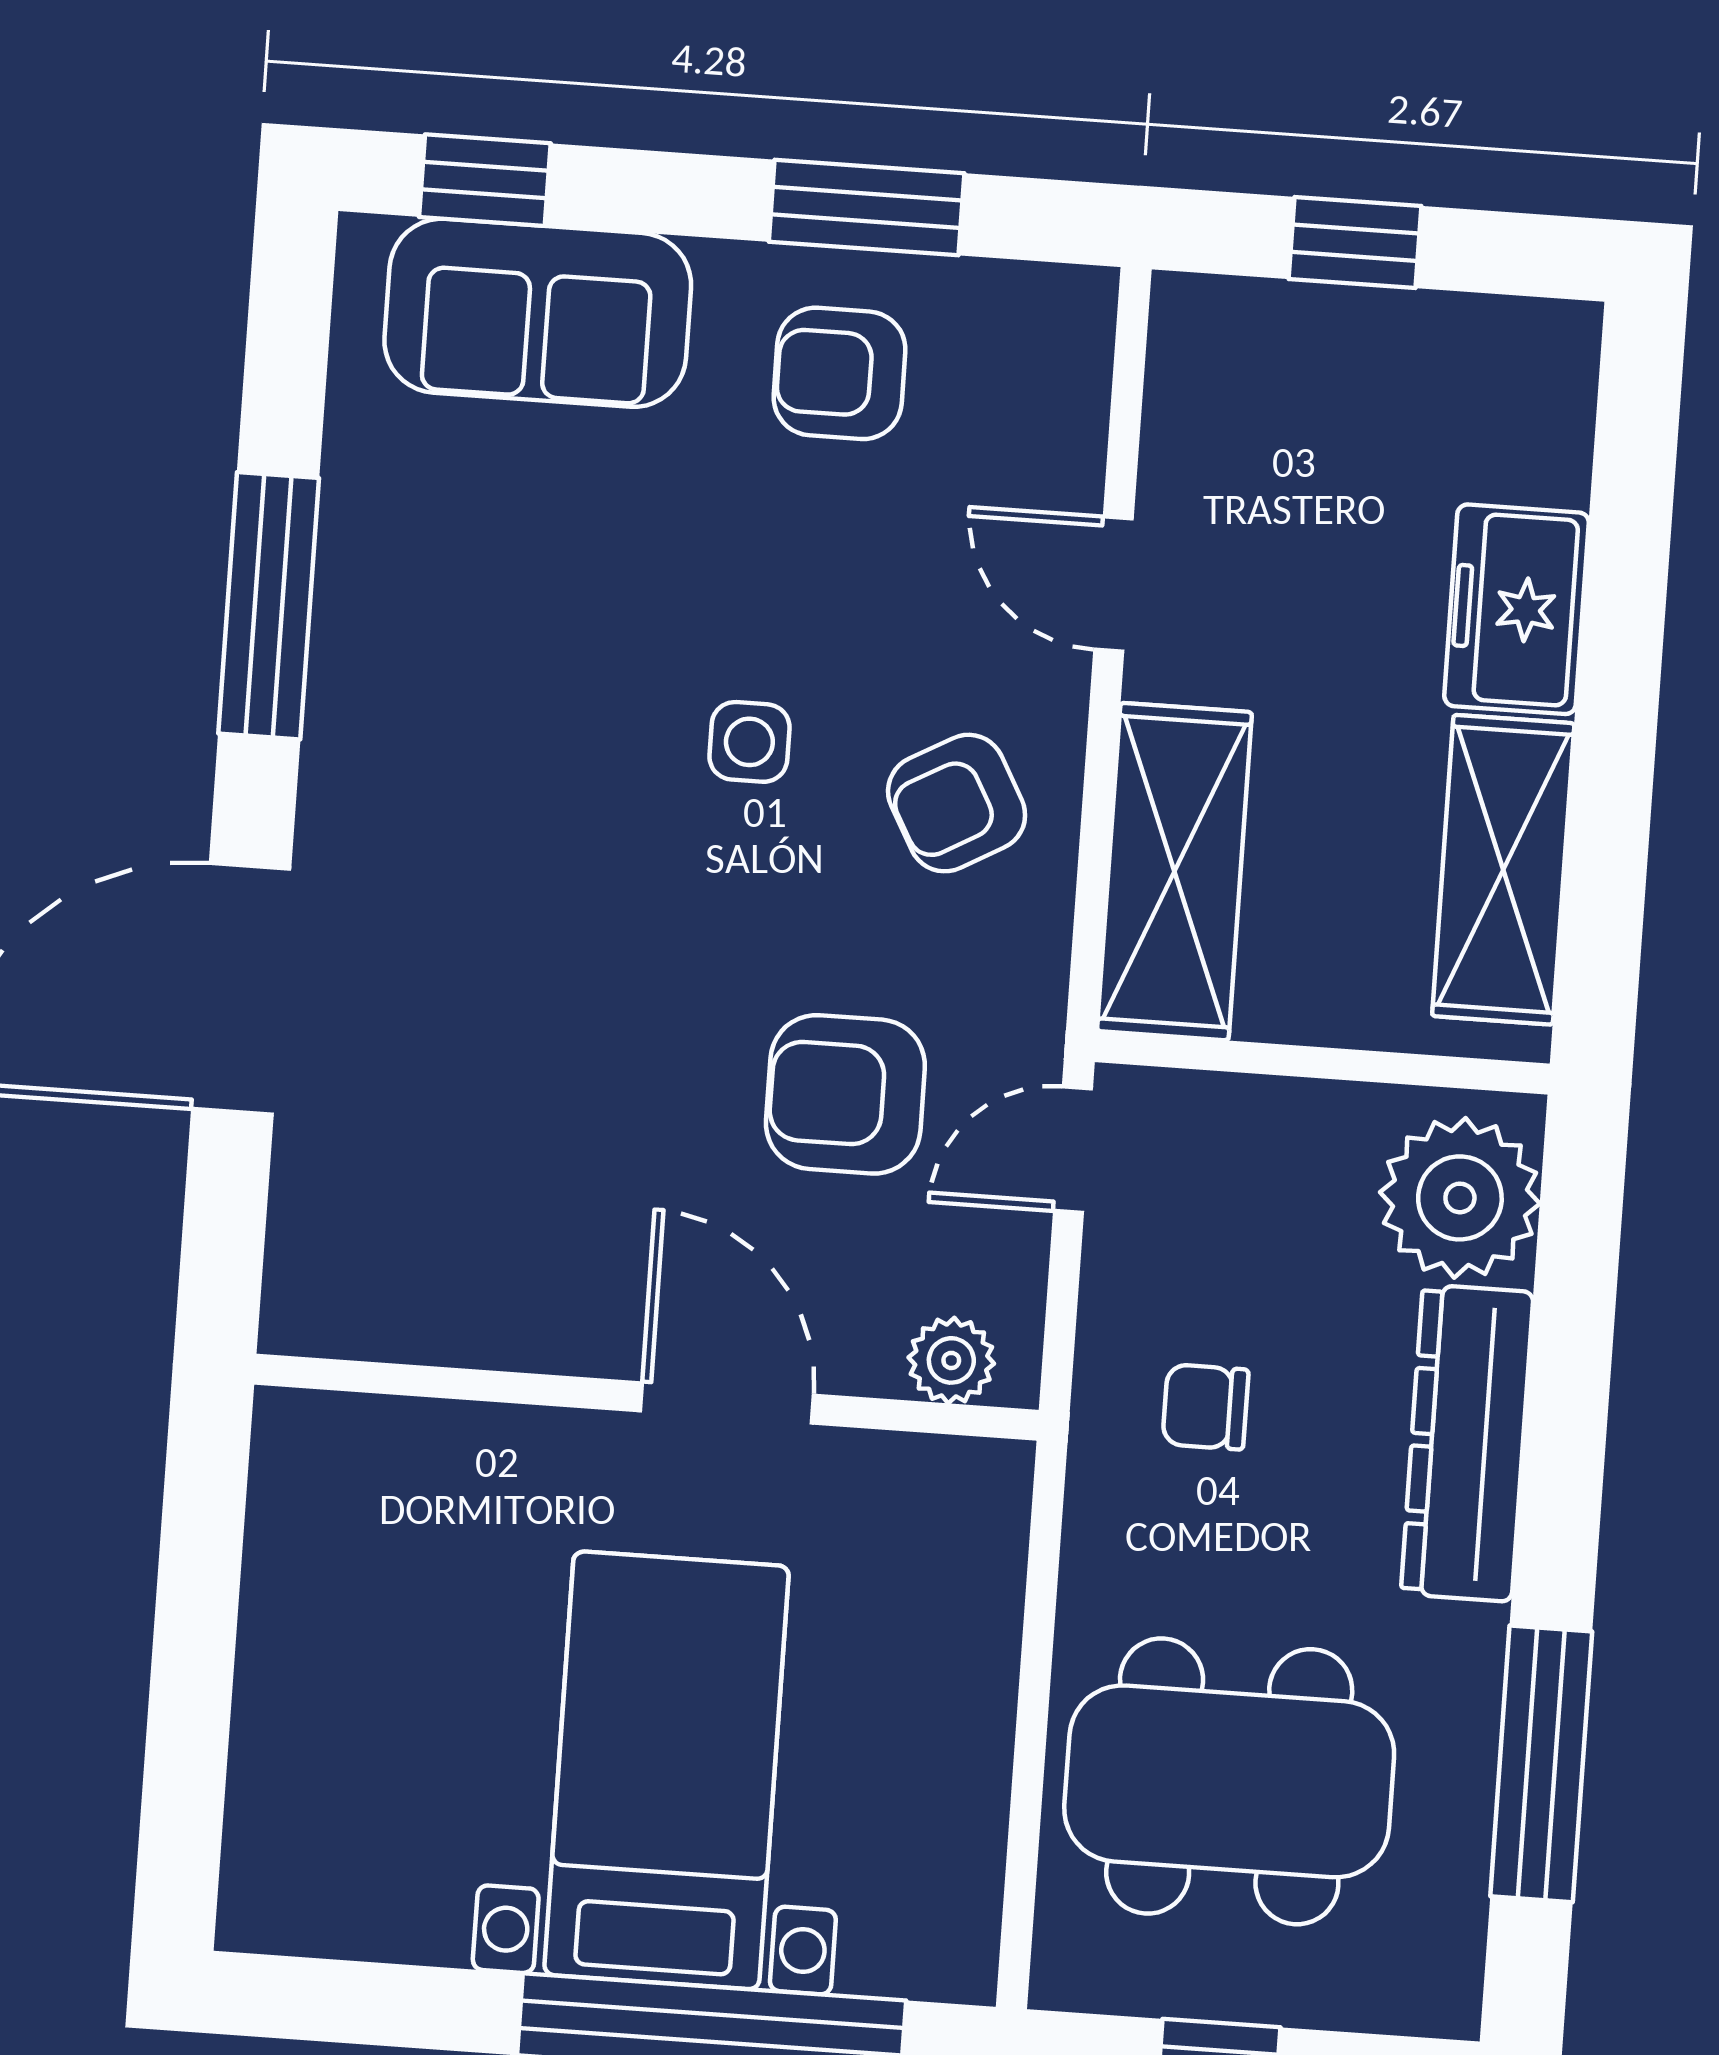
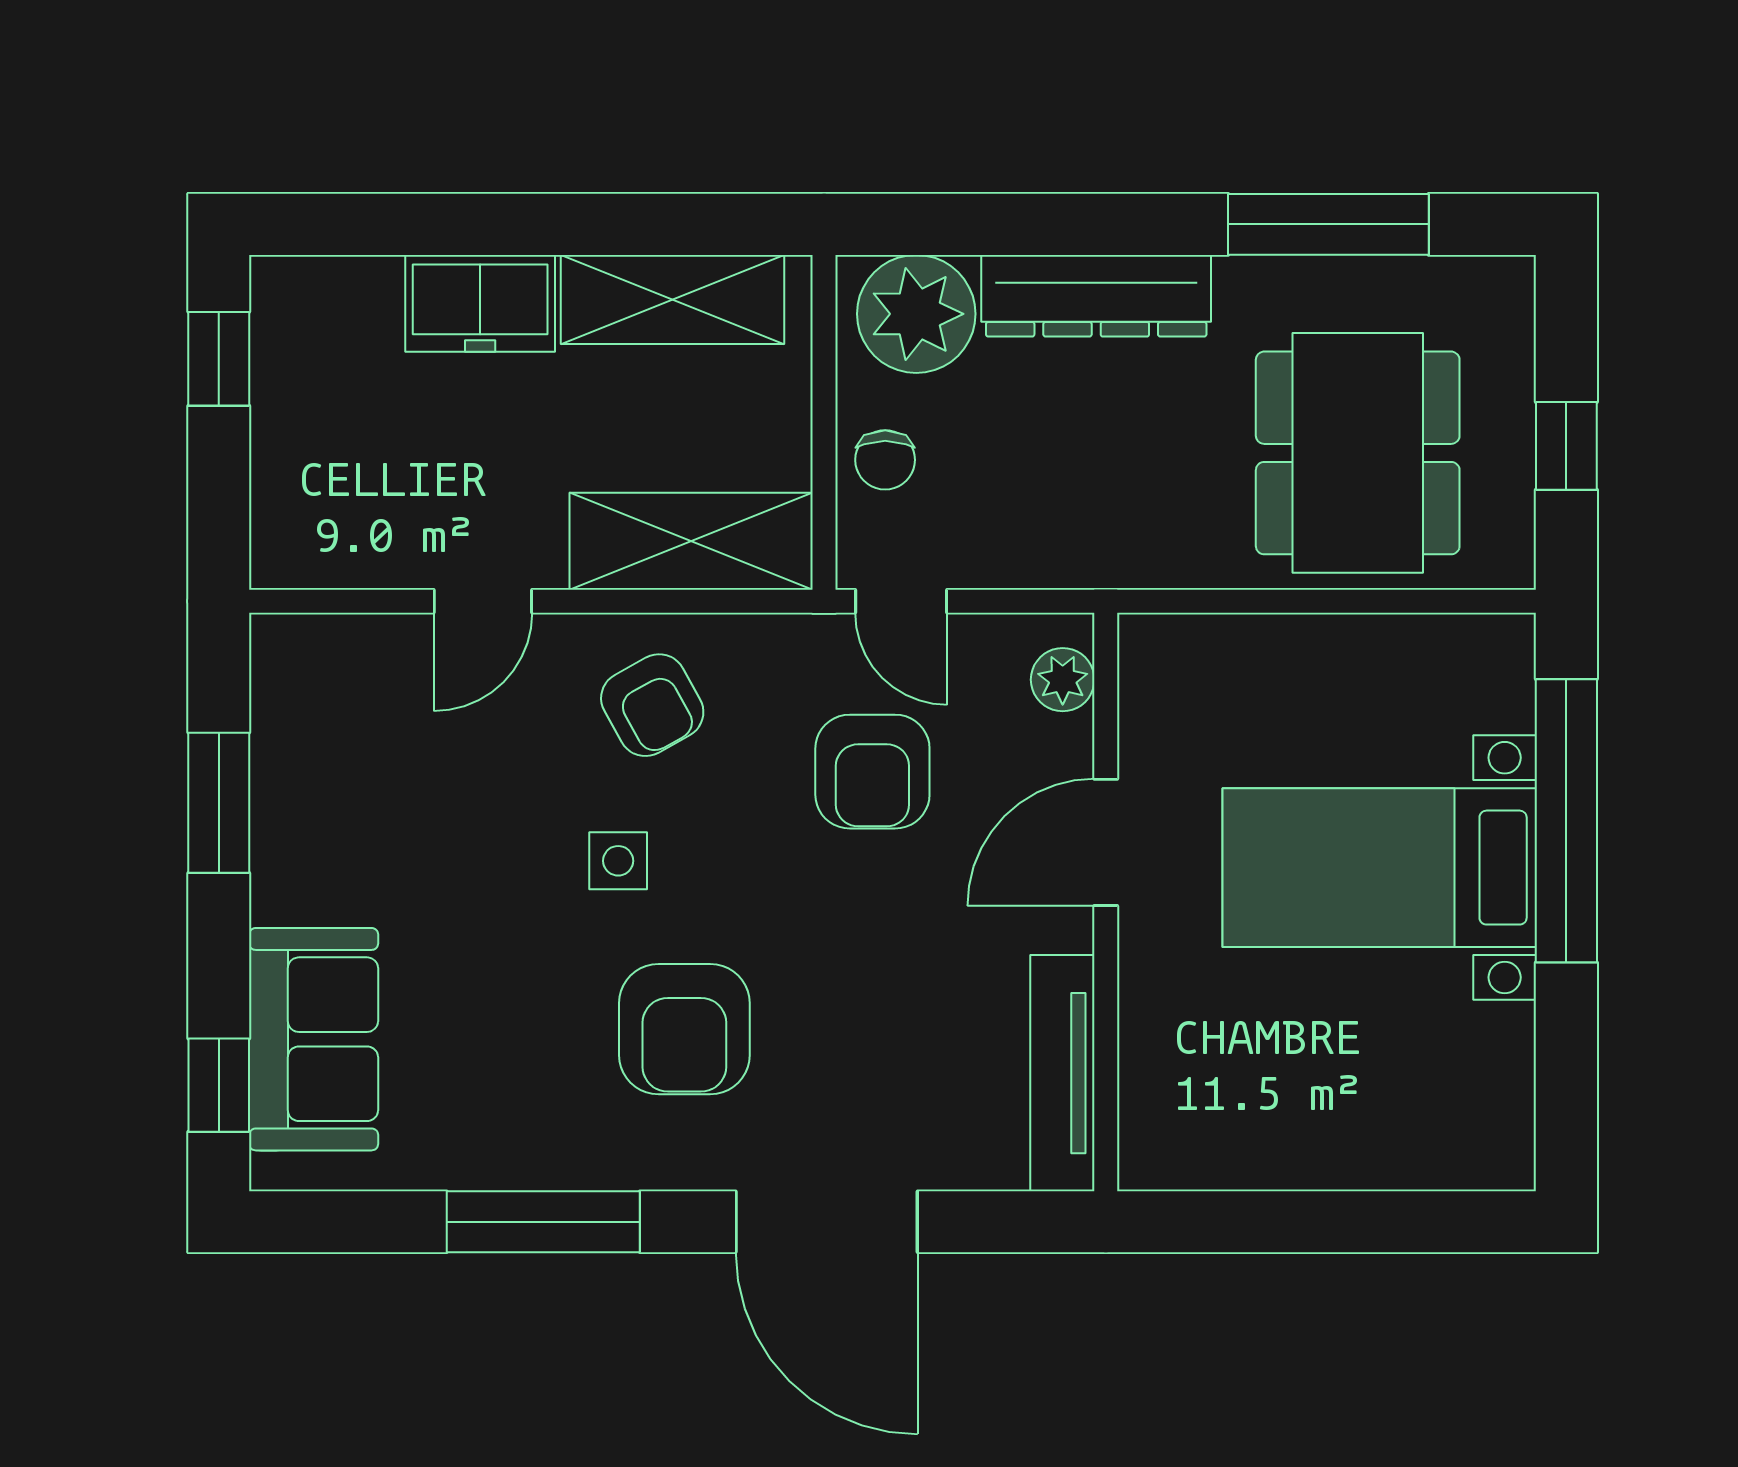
window: (1355, 243) -> (219, 359), moved
armchair: (840, 373) -> (684, 1029), moved, width x1.38, depth x1.38
tv unit: (419, 1322) -> (1062, 1073), added
chair: (1205, 1407) -> (885, 460), moved

